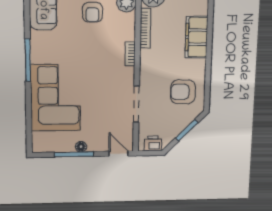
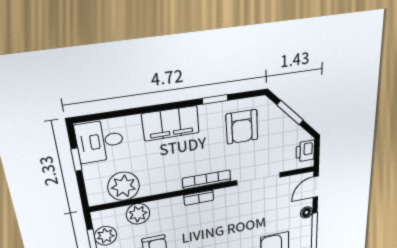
bookcase: (145, 28) -> (207, 180), moved
window: (208, 72) -> (215, 99), added
floor lamp: (81, 147) -> (307, 212), moved

